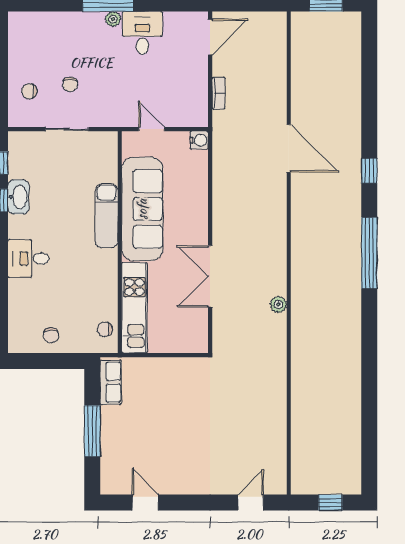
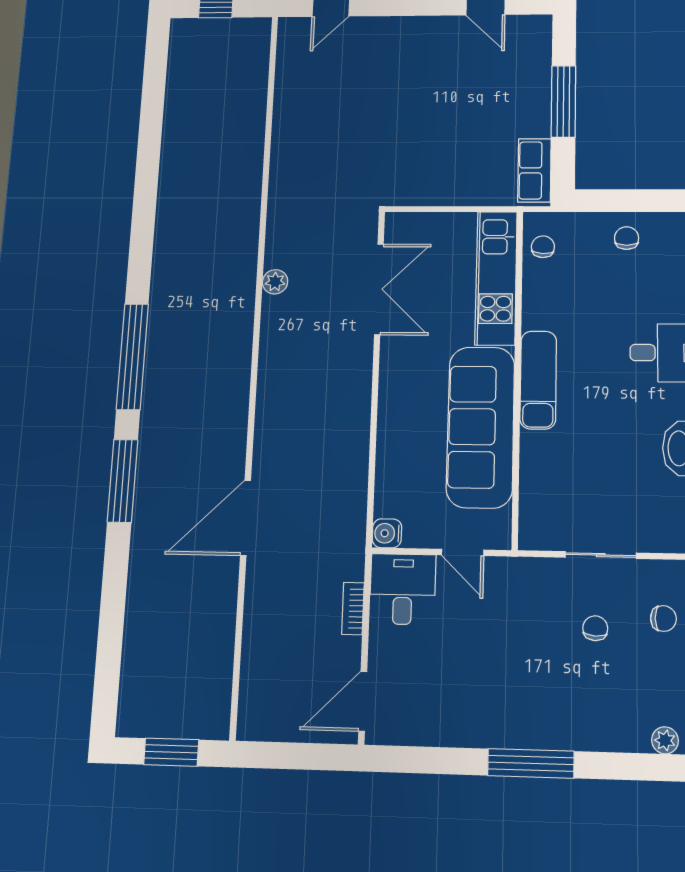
plant: (113, 19) -> (665, 740), moved
desk: (142, 33) -> (403, 589), moved, turned 180
door: (289, 148) -> (246, 518), hinge flipped
window: (369, 171) -> (123, 481), width x2.17
exam couch: (107, 216) -> (538, 380), moved
double door: (210, 276) -> (379, 289), moved
chair: (105, 329) -> (543, 247), turned -87

